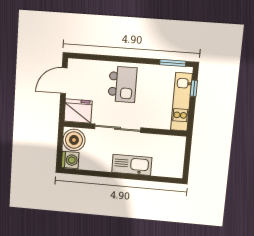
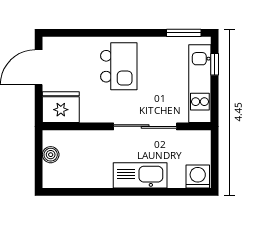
sliding door: (118, 128) -> (145, 126), moved
boiler: (74, 140) -> (51, 155), width x0.54, depth x0.54
washing machine: (70, 160) -> (198, 177), moved, turned -90

